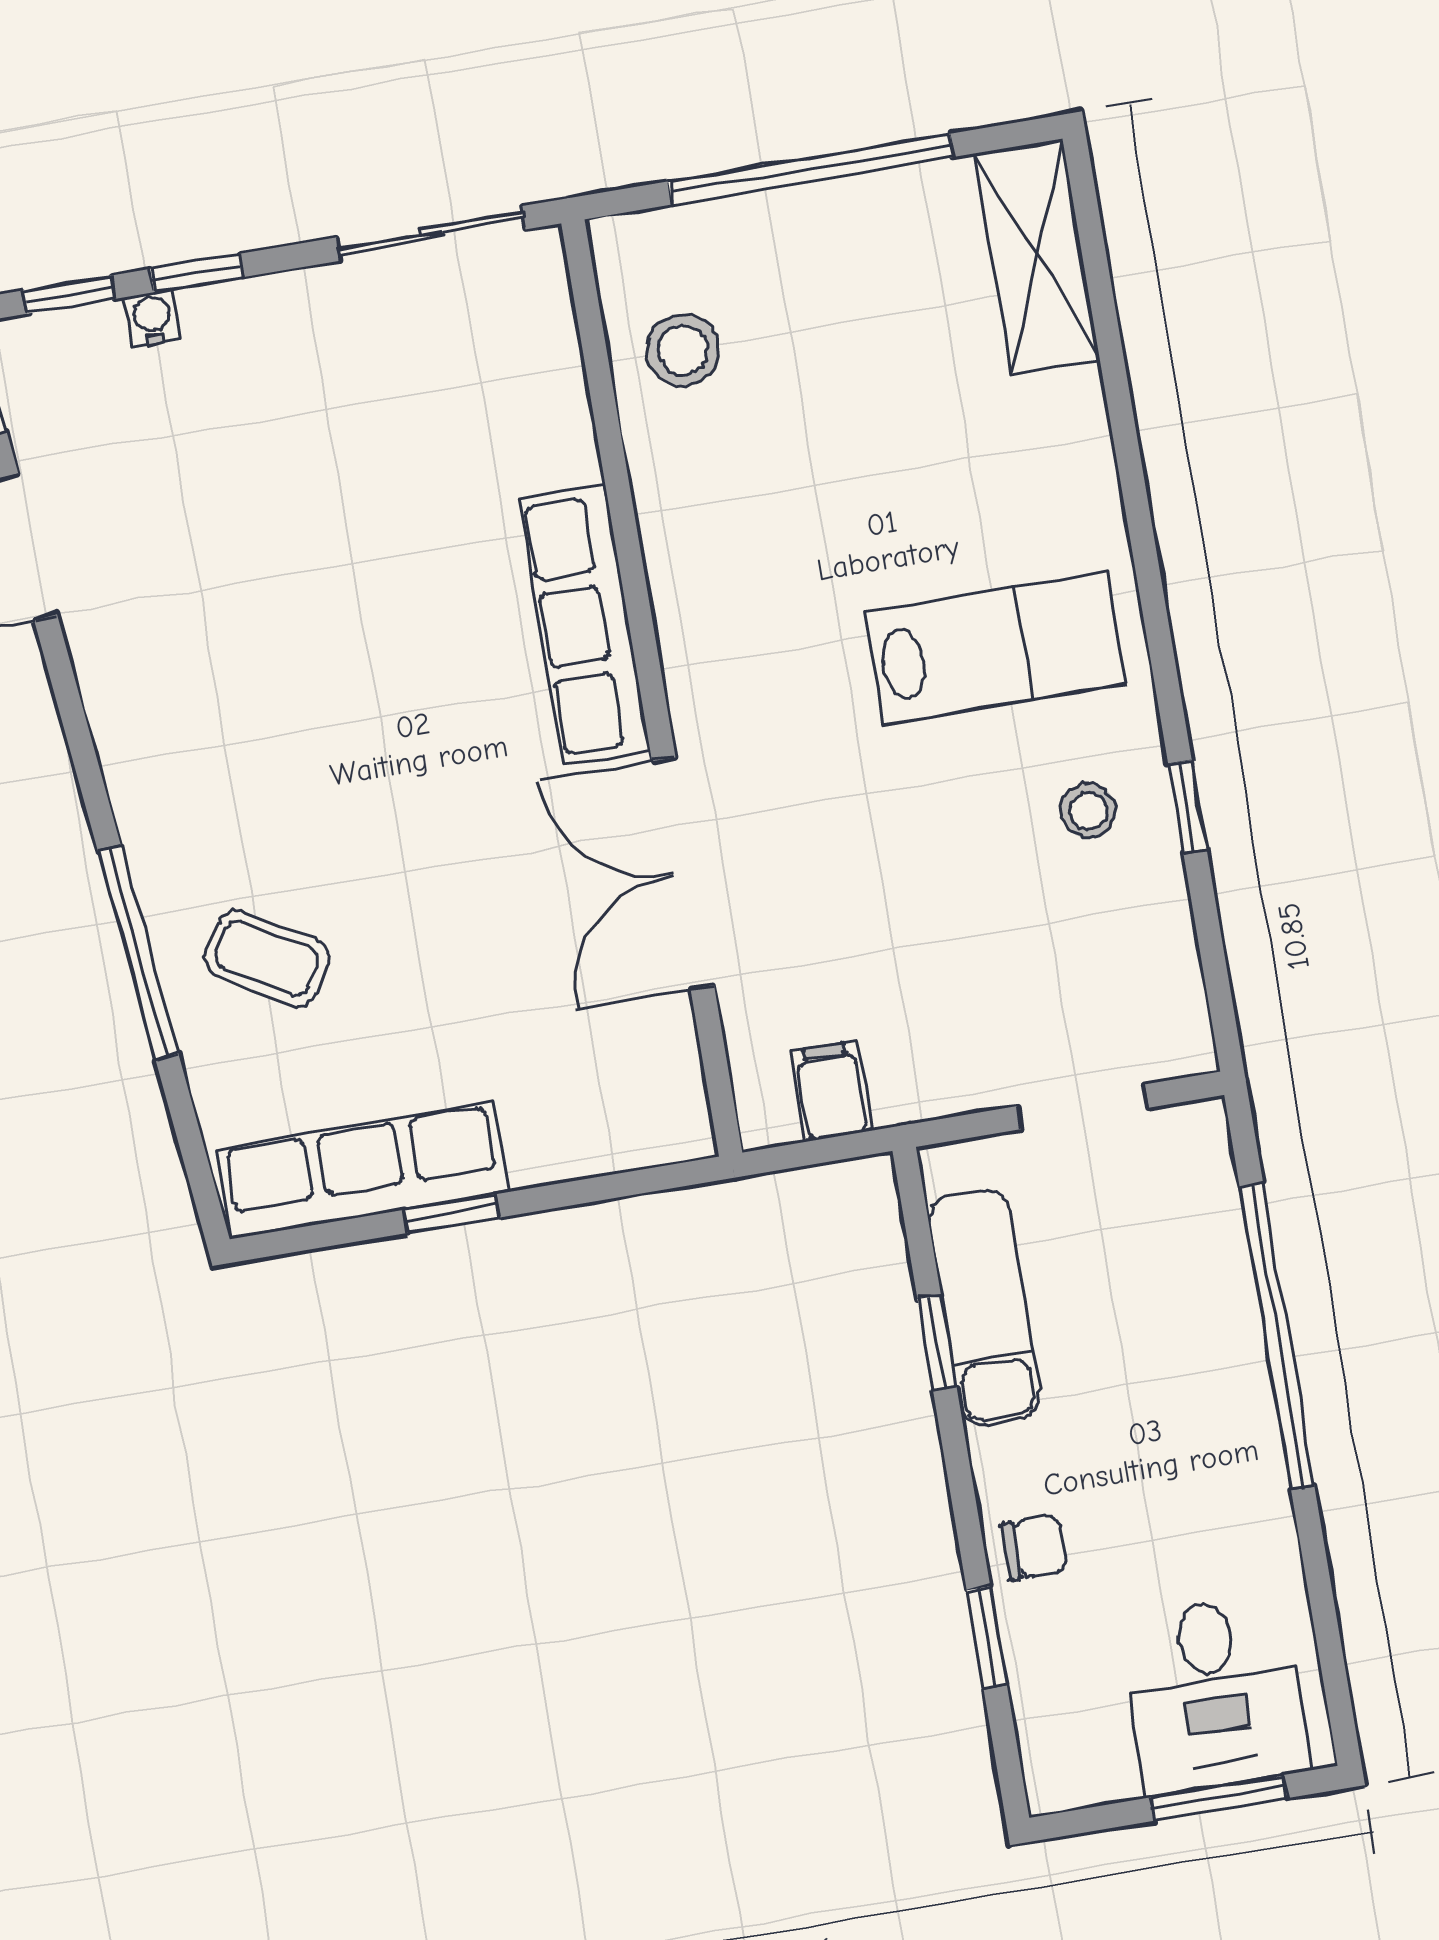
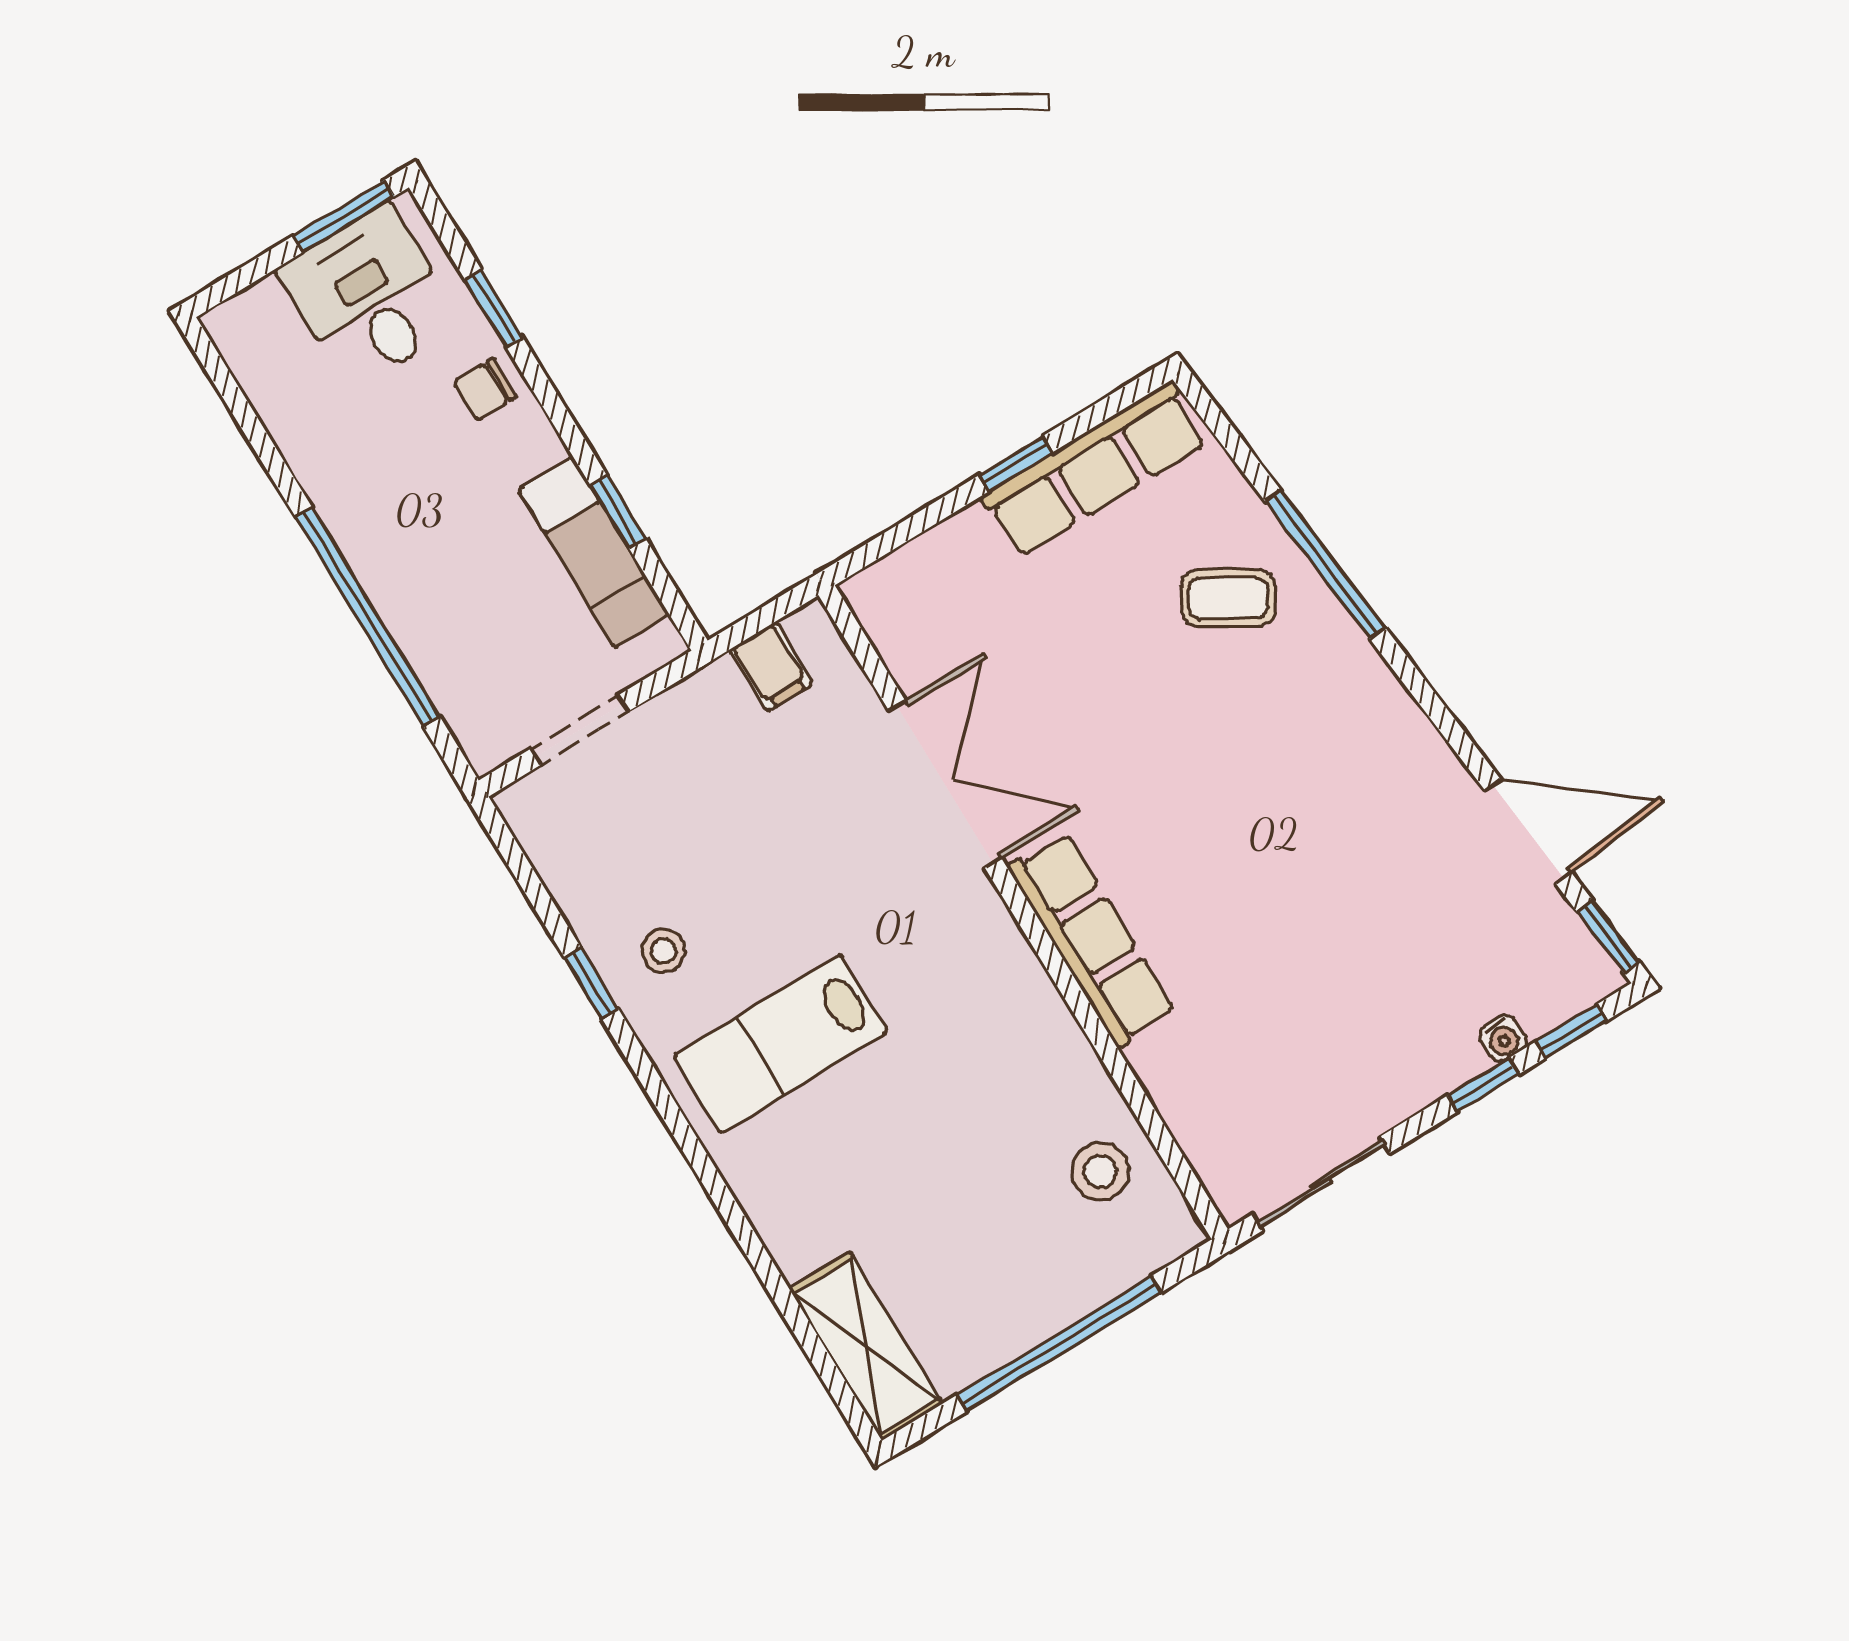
desk: (1214, 1694) -> (369, 297), moved
window: (1219, 1798) -> (343, 216), moved

